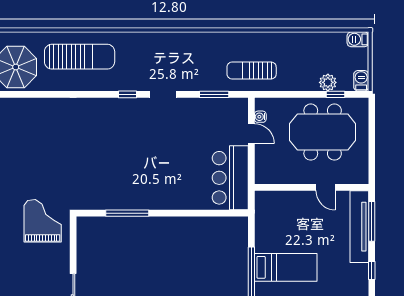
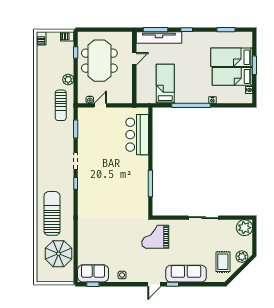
plant: (328, 82) -> (68, 79), moved
bar counter: (230, 178) -> (137, 135), moved, turned 90
bed: (286, 267) -> (165, 84), moved

